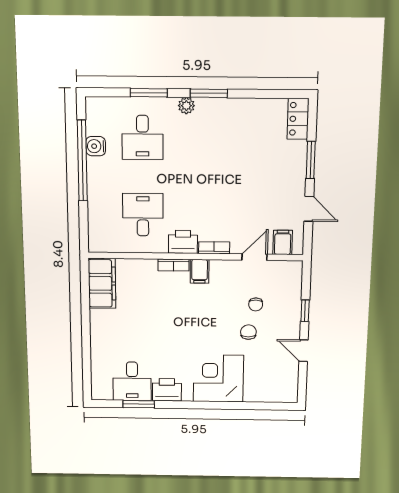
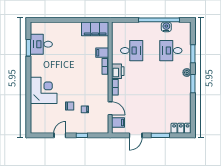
filing cabinet: (200, 271) -> (102, 53), moved
printer: (167, 390) -> (37, 63), removed

